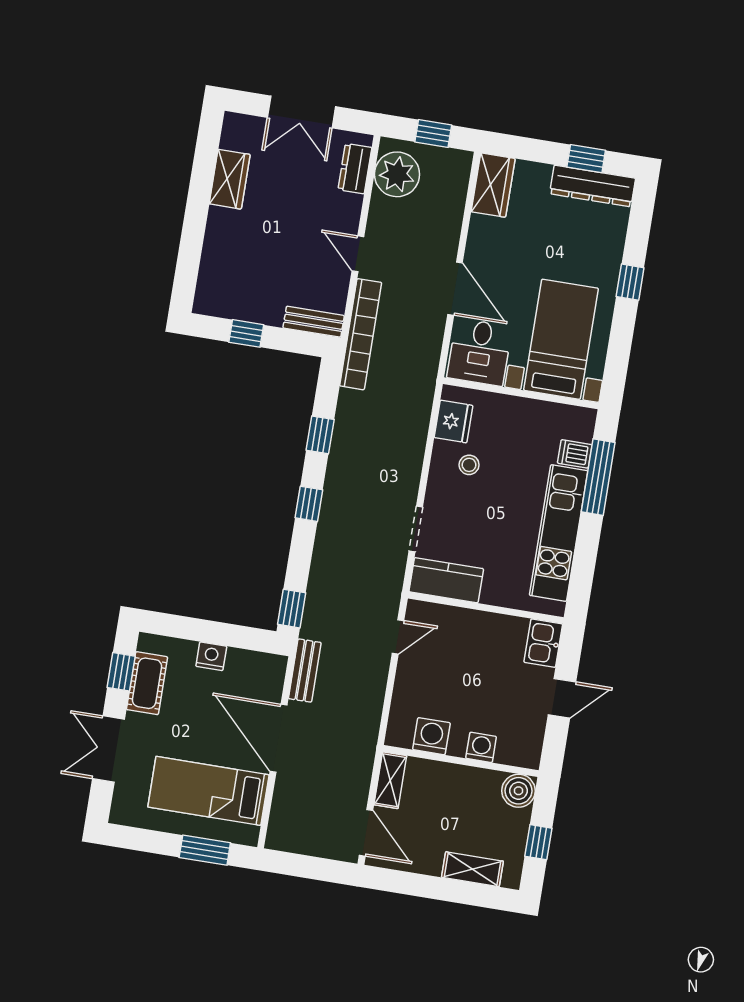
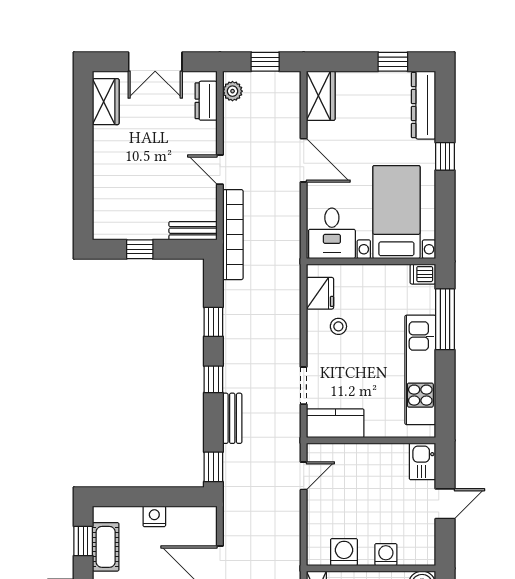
plant: (397, 174) -> (233, 91), width x0.53, depth x0.53
wardrobe: (230, 179) -> (106, 102), moved
dresser: (593, 186) -> (424, 105), moved, turned 90
door: (455, 289) -> (304, 160), moved
dishwasher: (575, 454) -> (423, 274), moved
bench: (305, 671) -> (232, 418), moved

